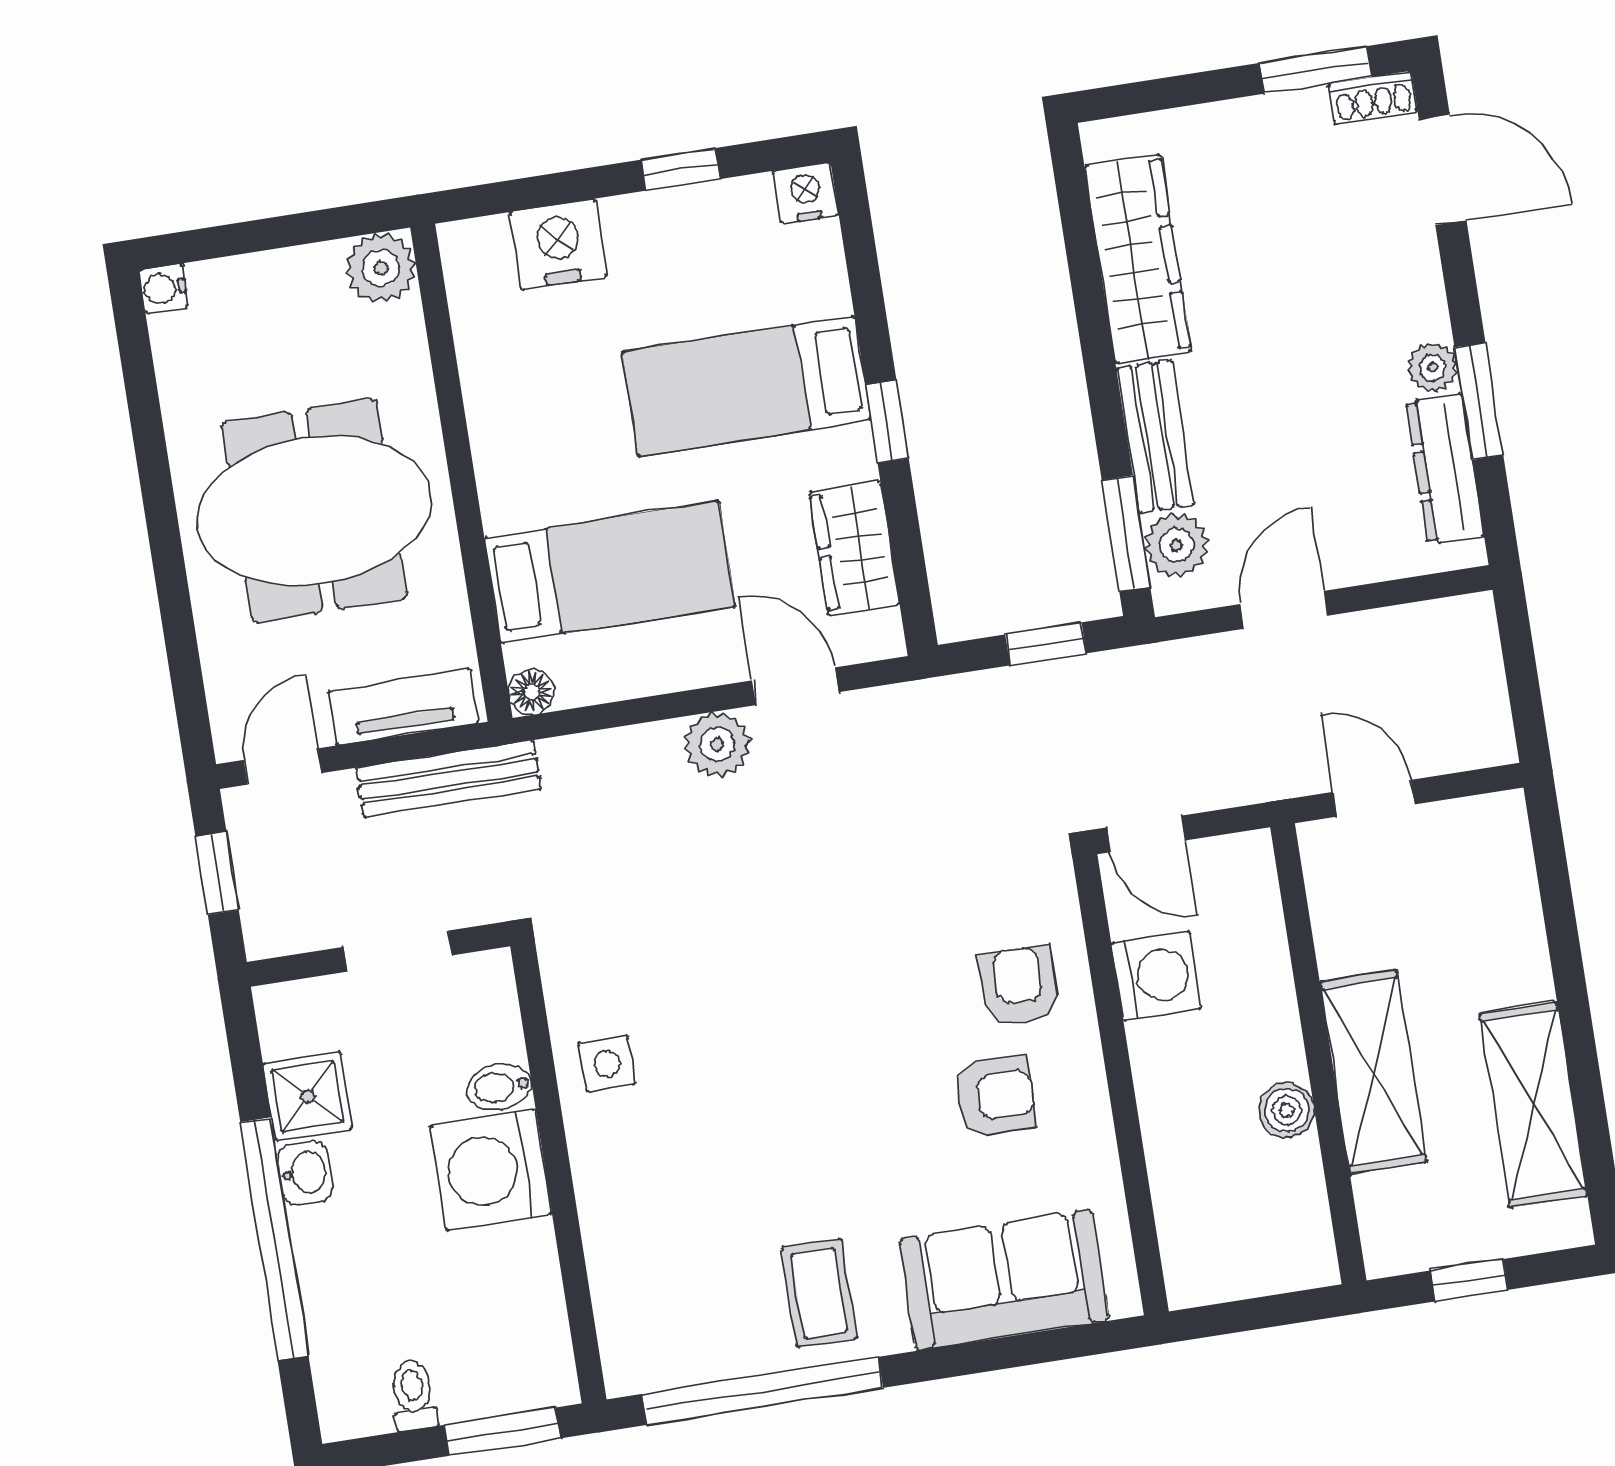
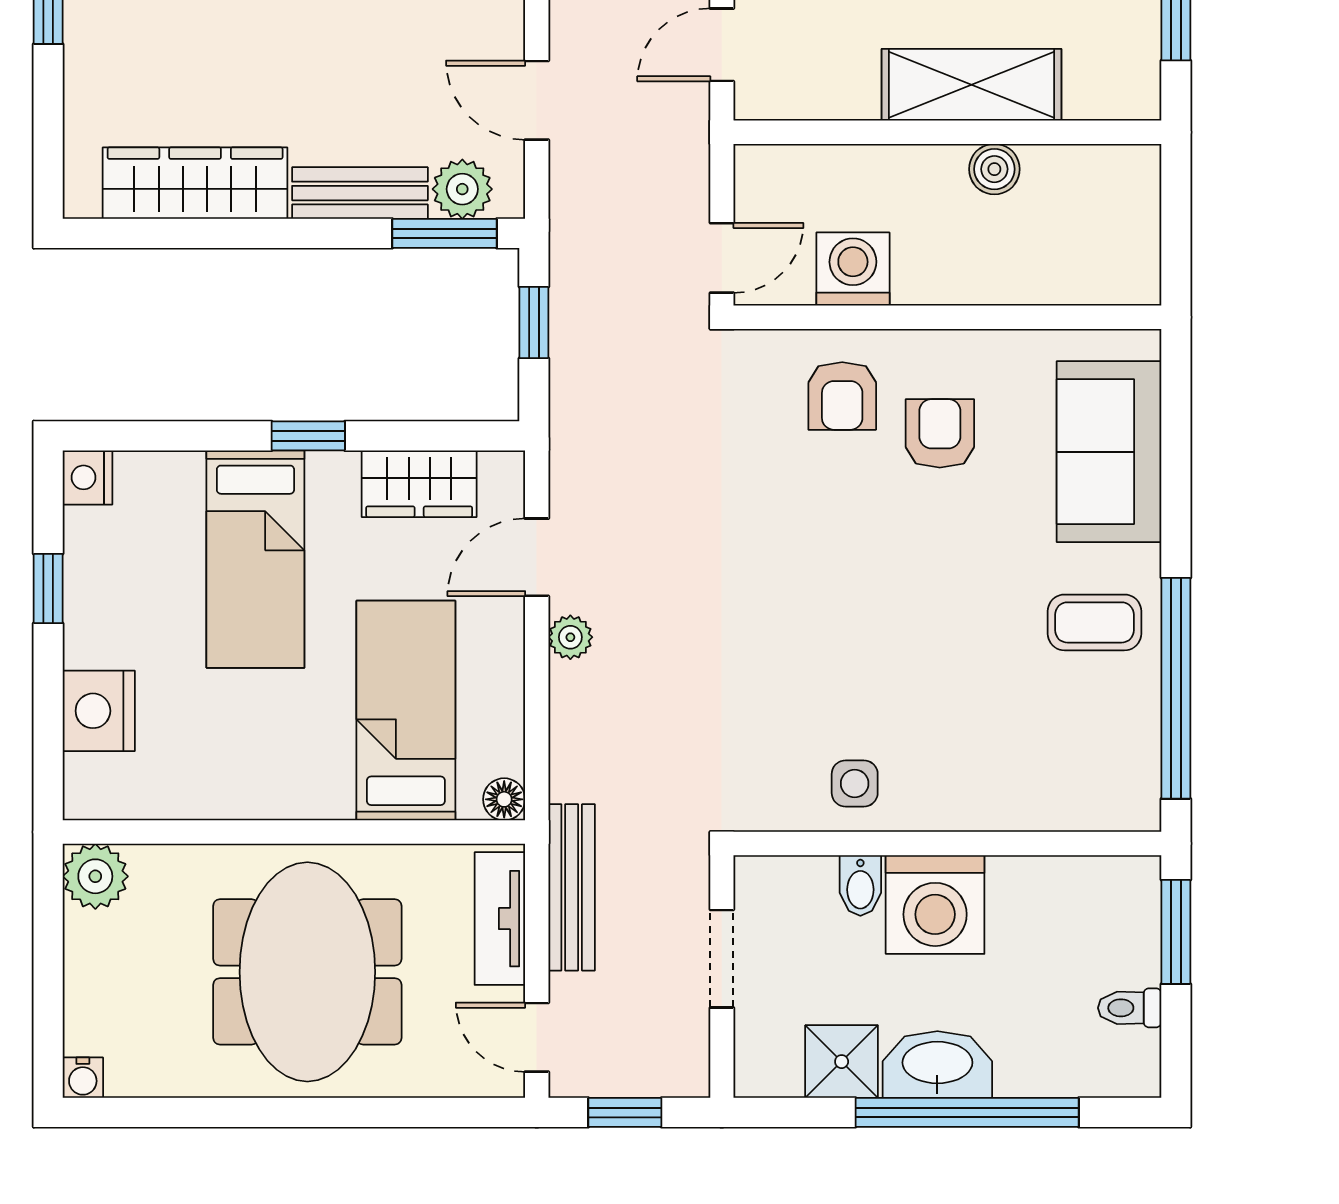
plant: (717, 744) -> (570, 637), width x0.73, depth x0.73
armchair: (1019, 986) -> (842, 396), turned -90
washbasin: (305, 1173) -> (937, 1065), width x1.91, depth x1.45

